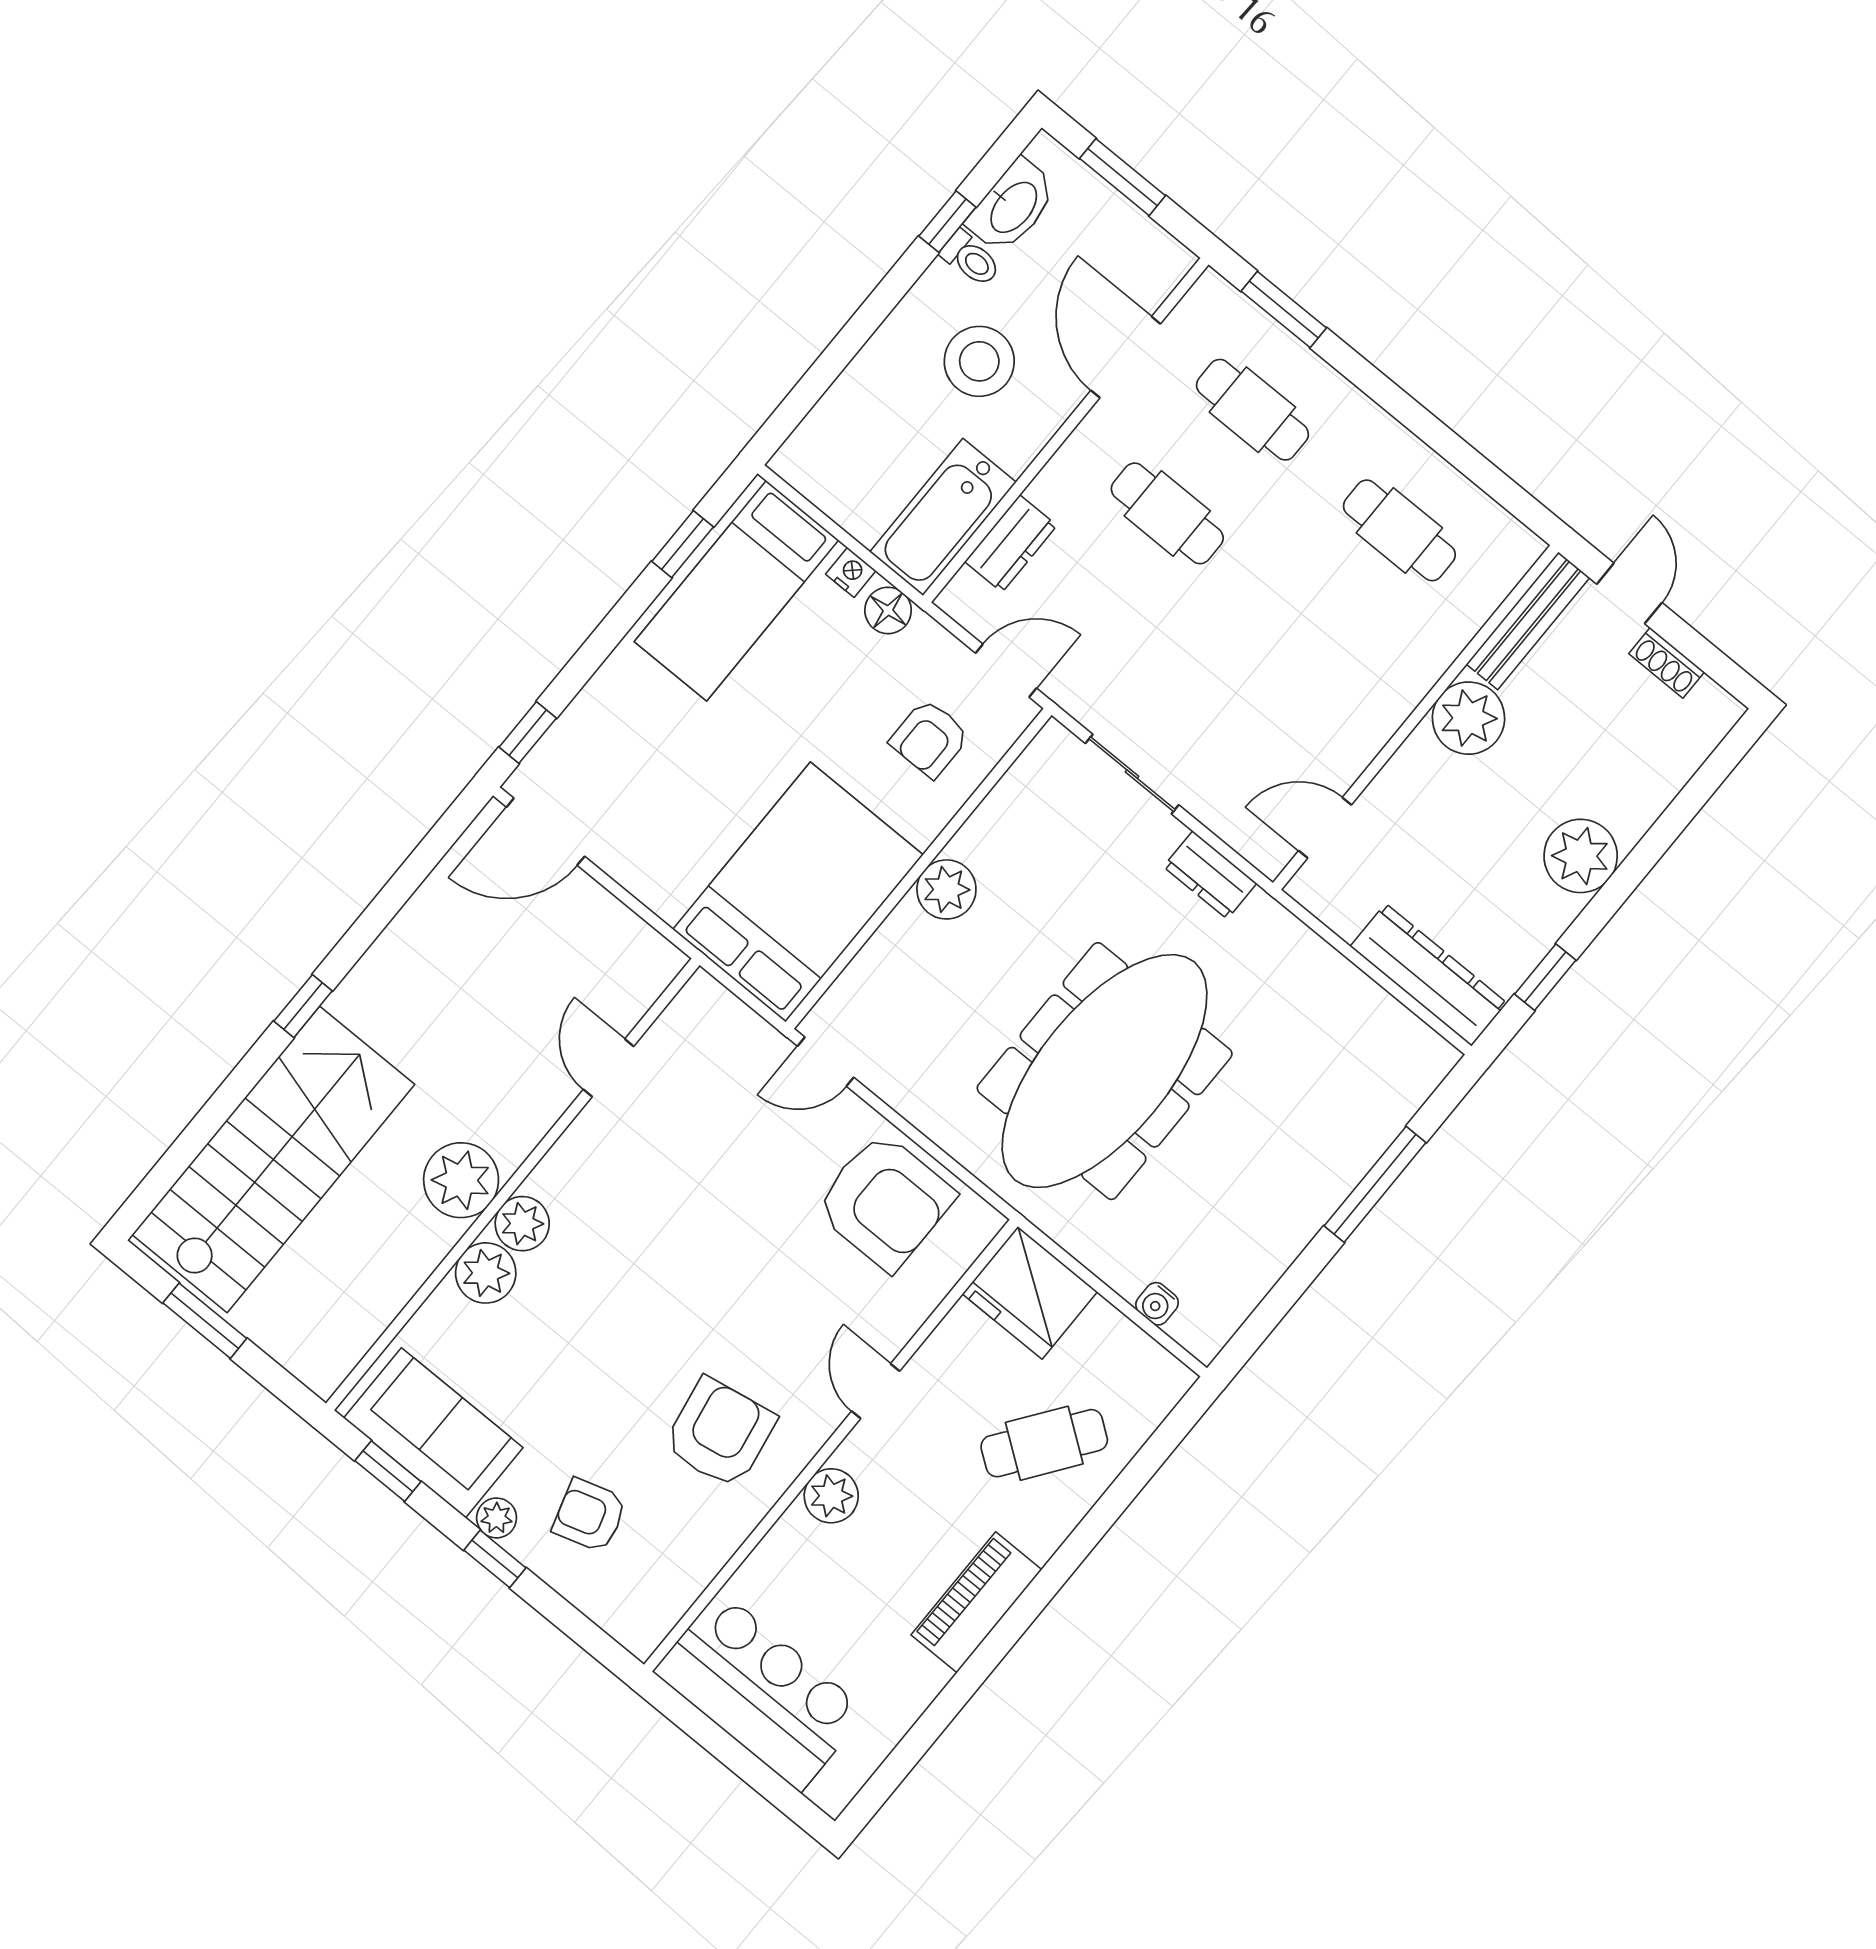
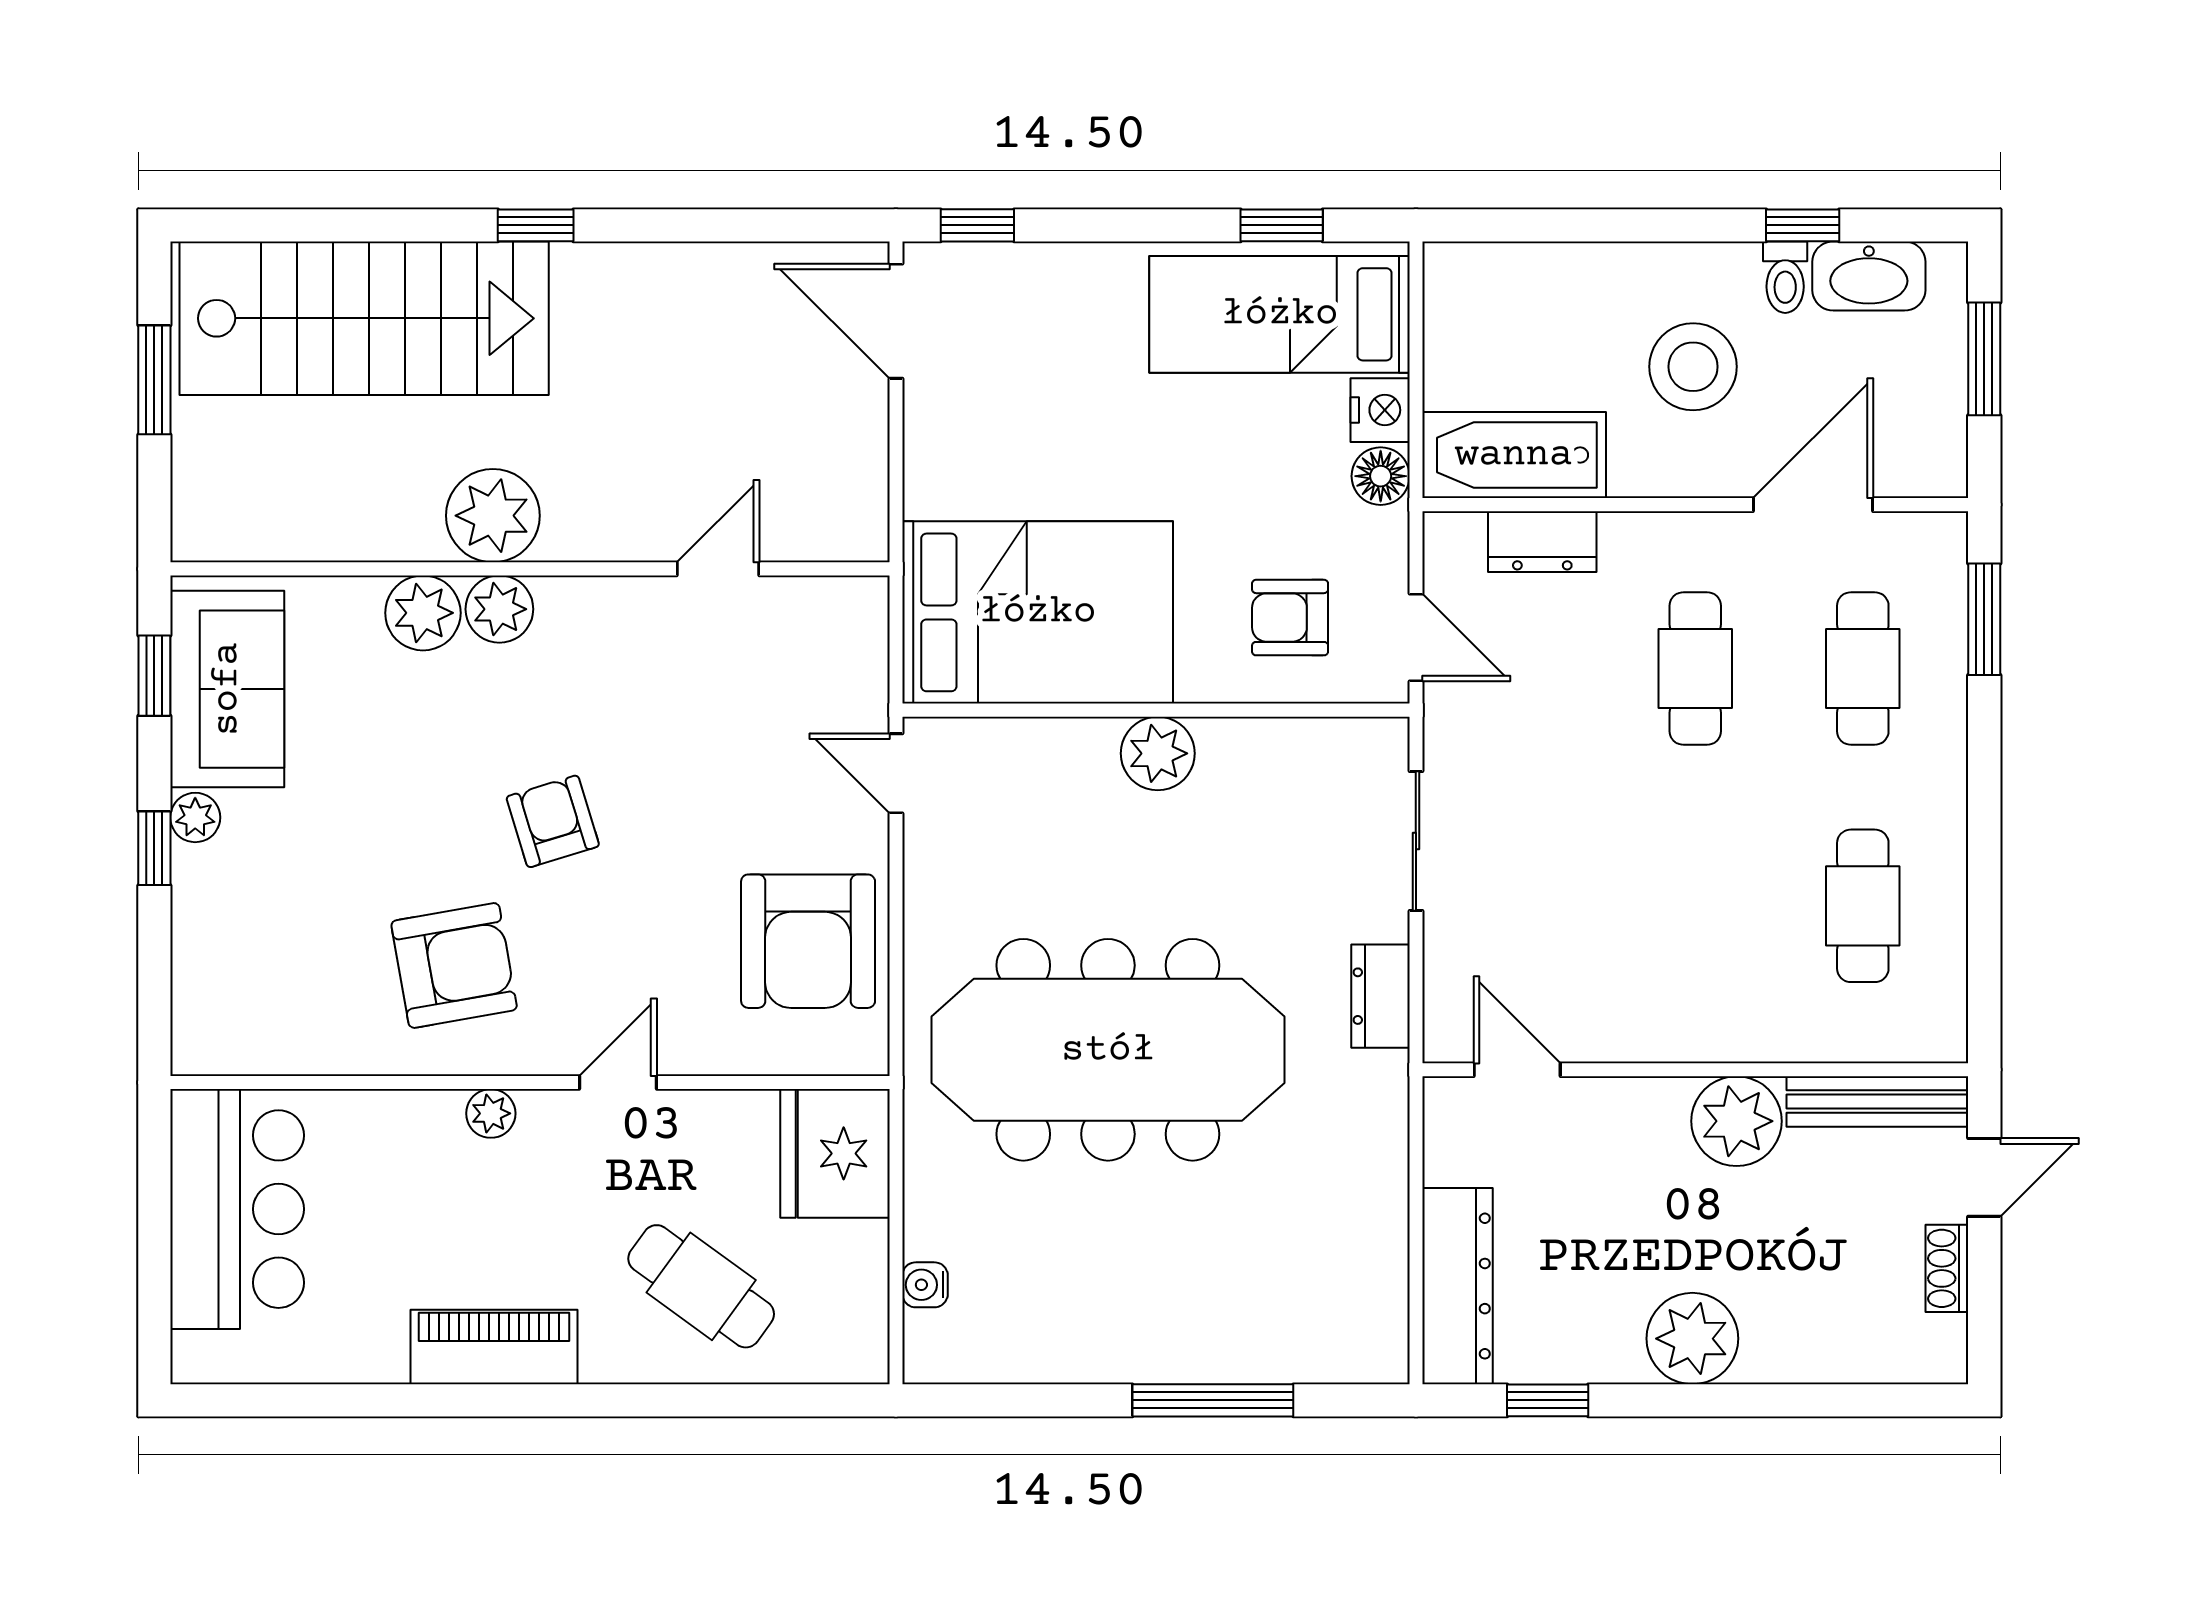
nightstand: (851, 572) -> (1380, 410), width x1.39, depth x1.35
plant: (831, 1496) -> (491, 1113), width x0.73, depth x0.73
armchair: (590, 1515) -> (553, 821), moved

